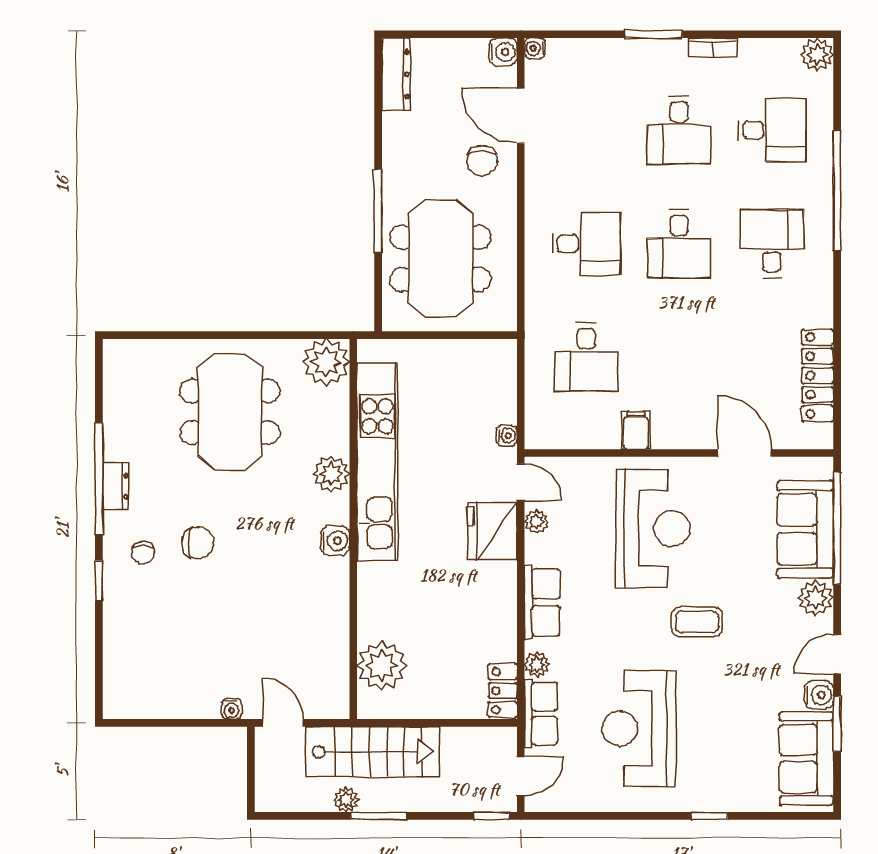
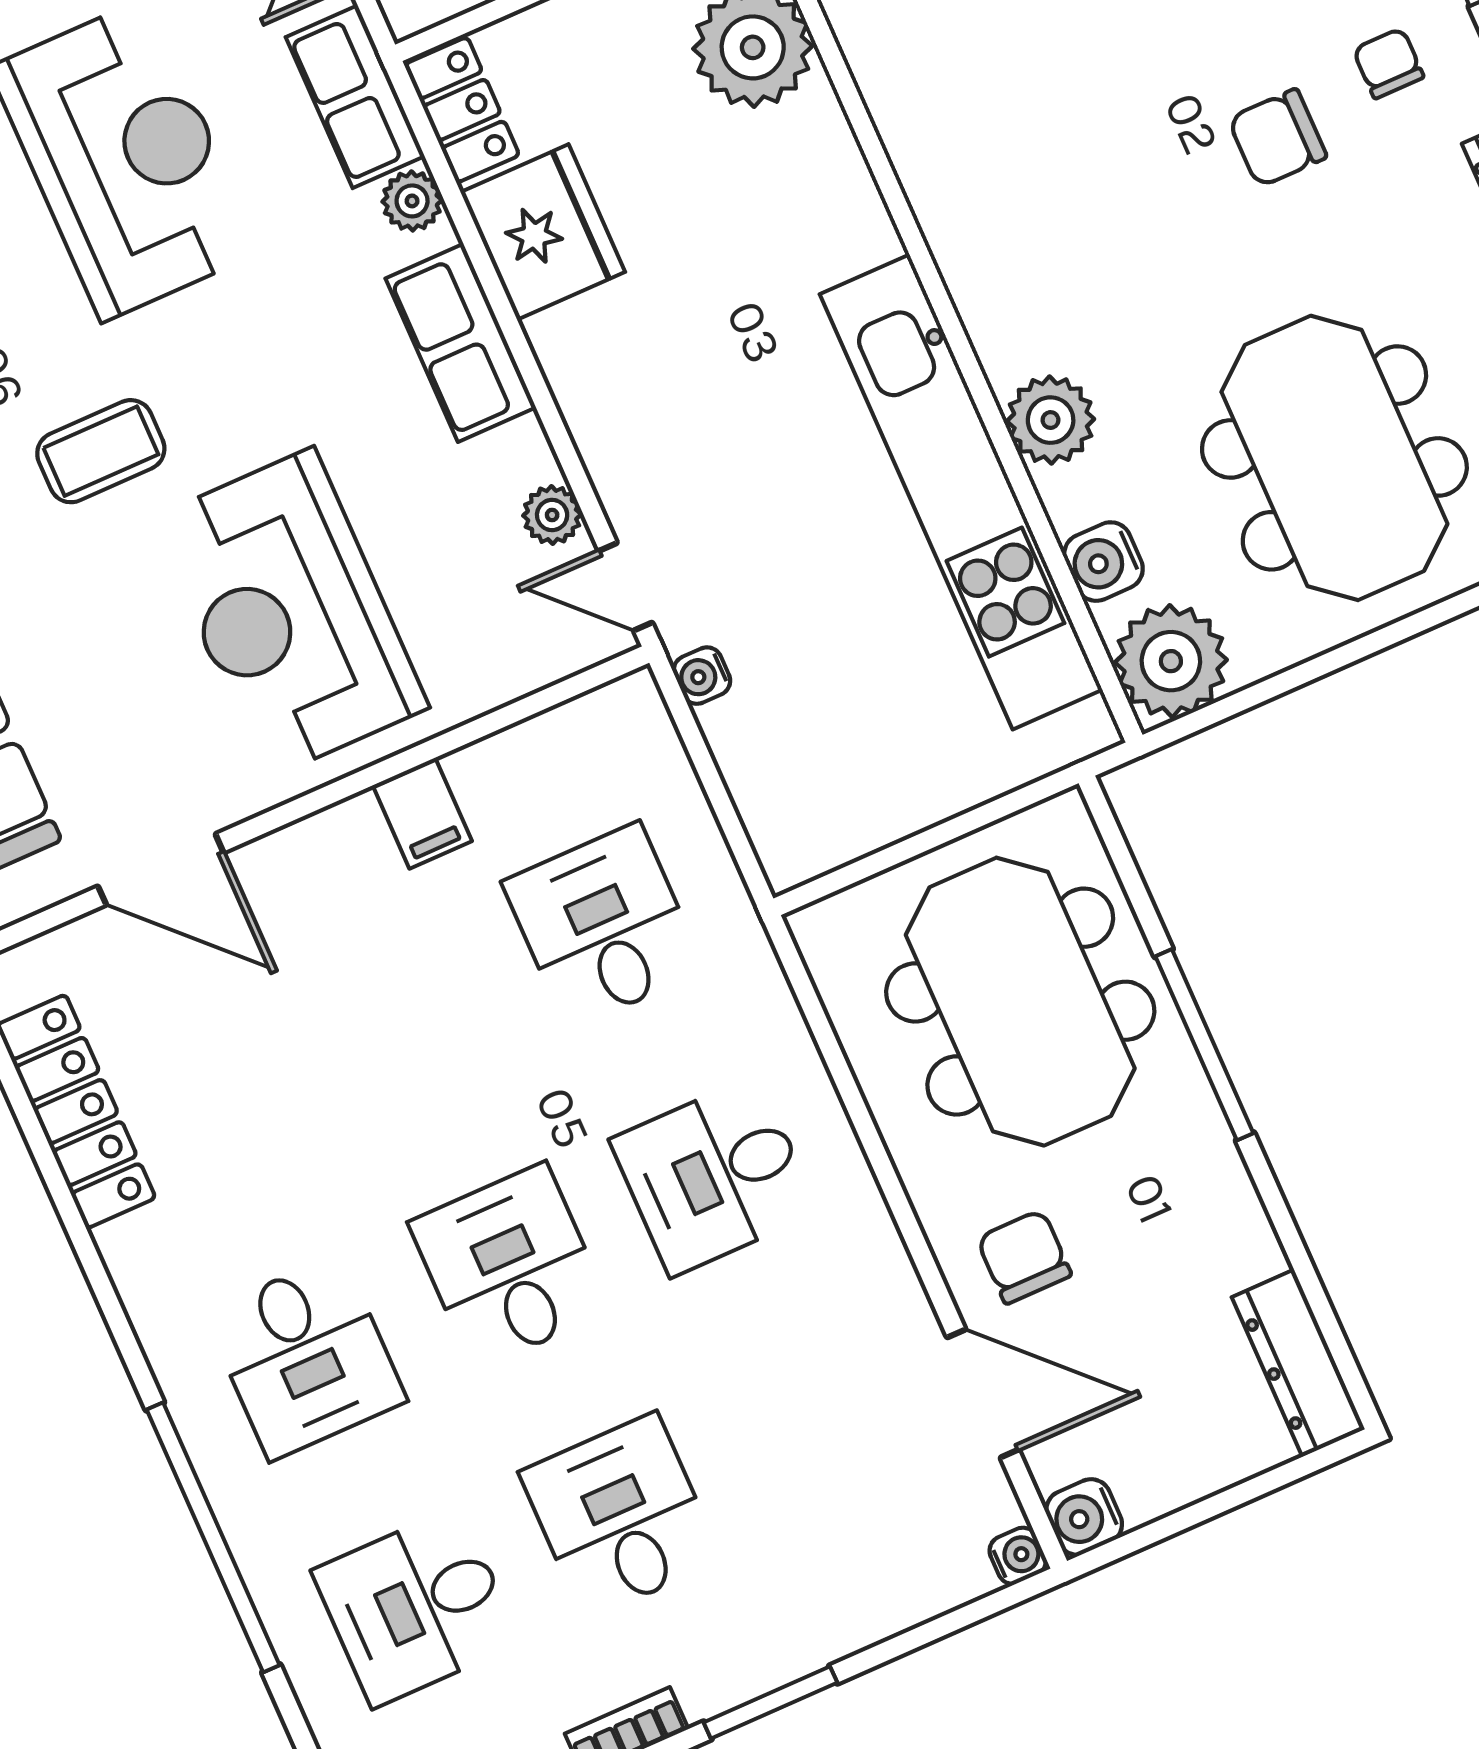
fridge: (492, 531) -> (543, 232), moved
water cooler: (335, 541) -> (1103, 562), moved

